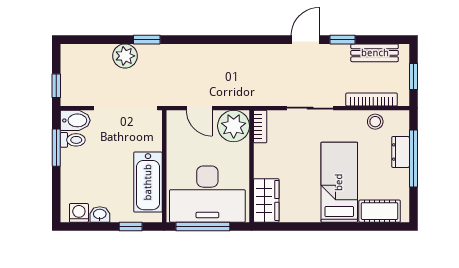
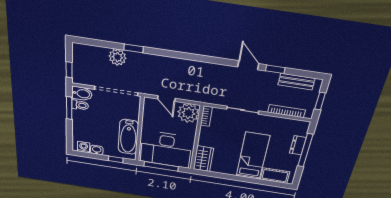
door: (305, 40) -> (248, 65), hinge flipped
stool: (375, 122) -> (285, 125), removed

